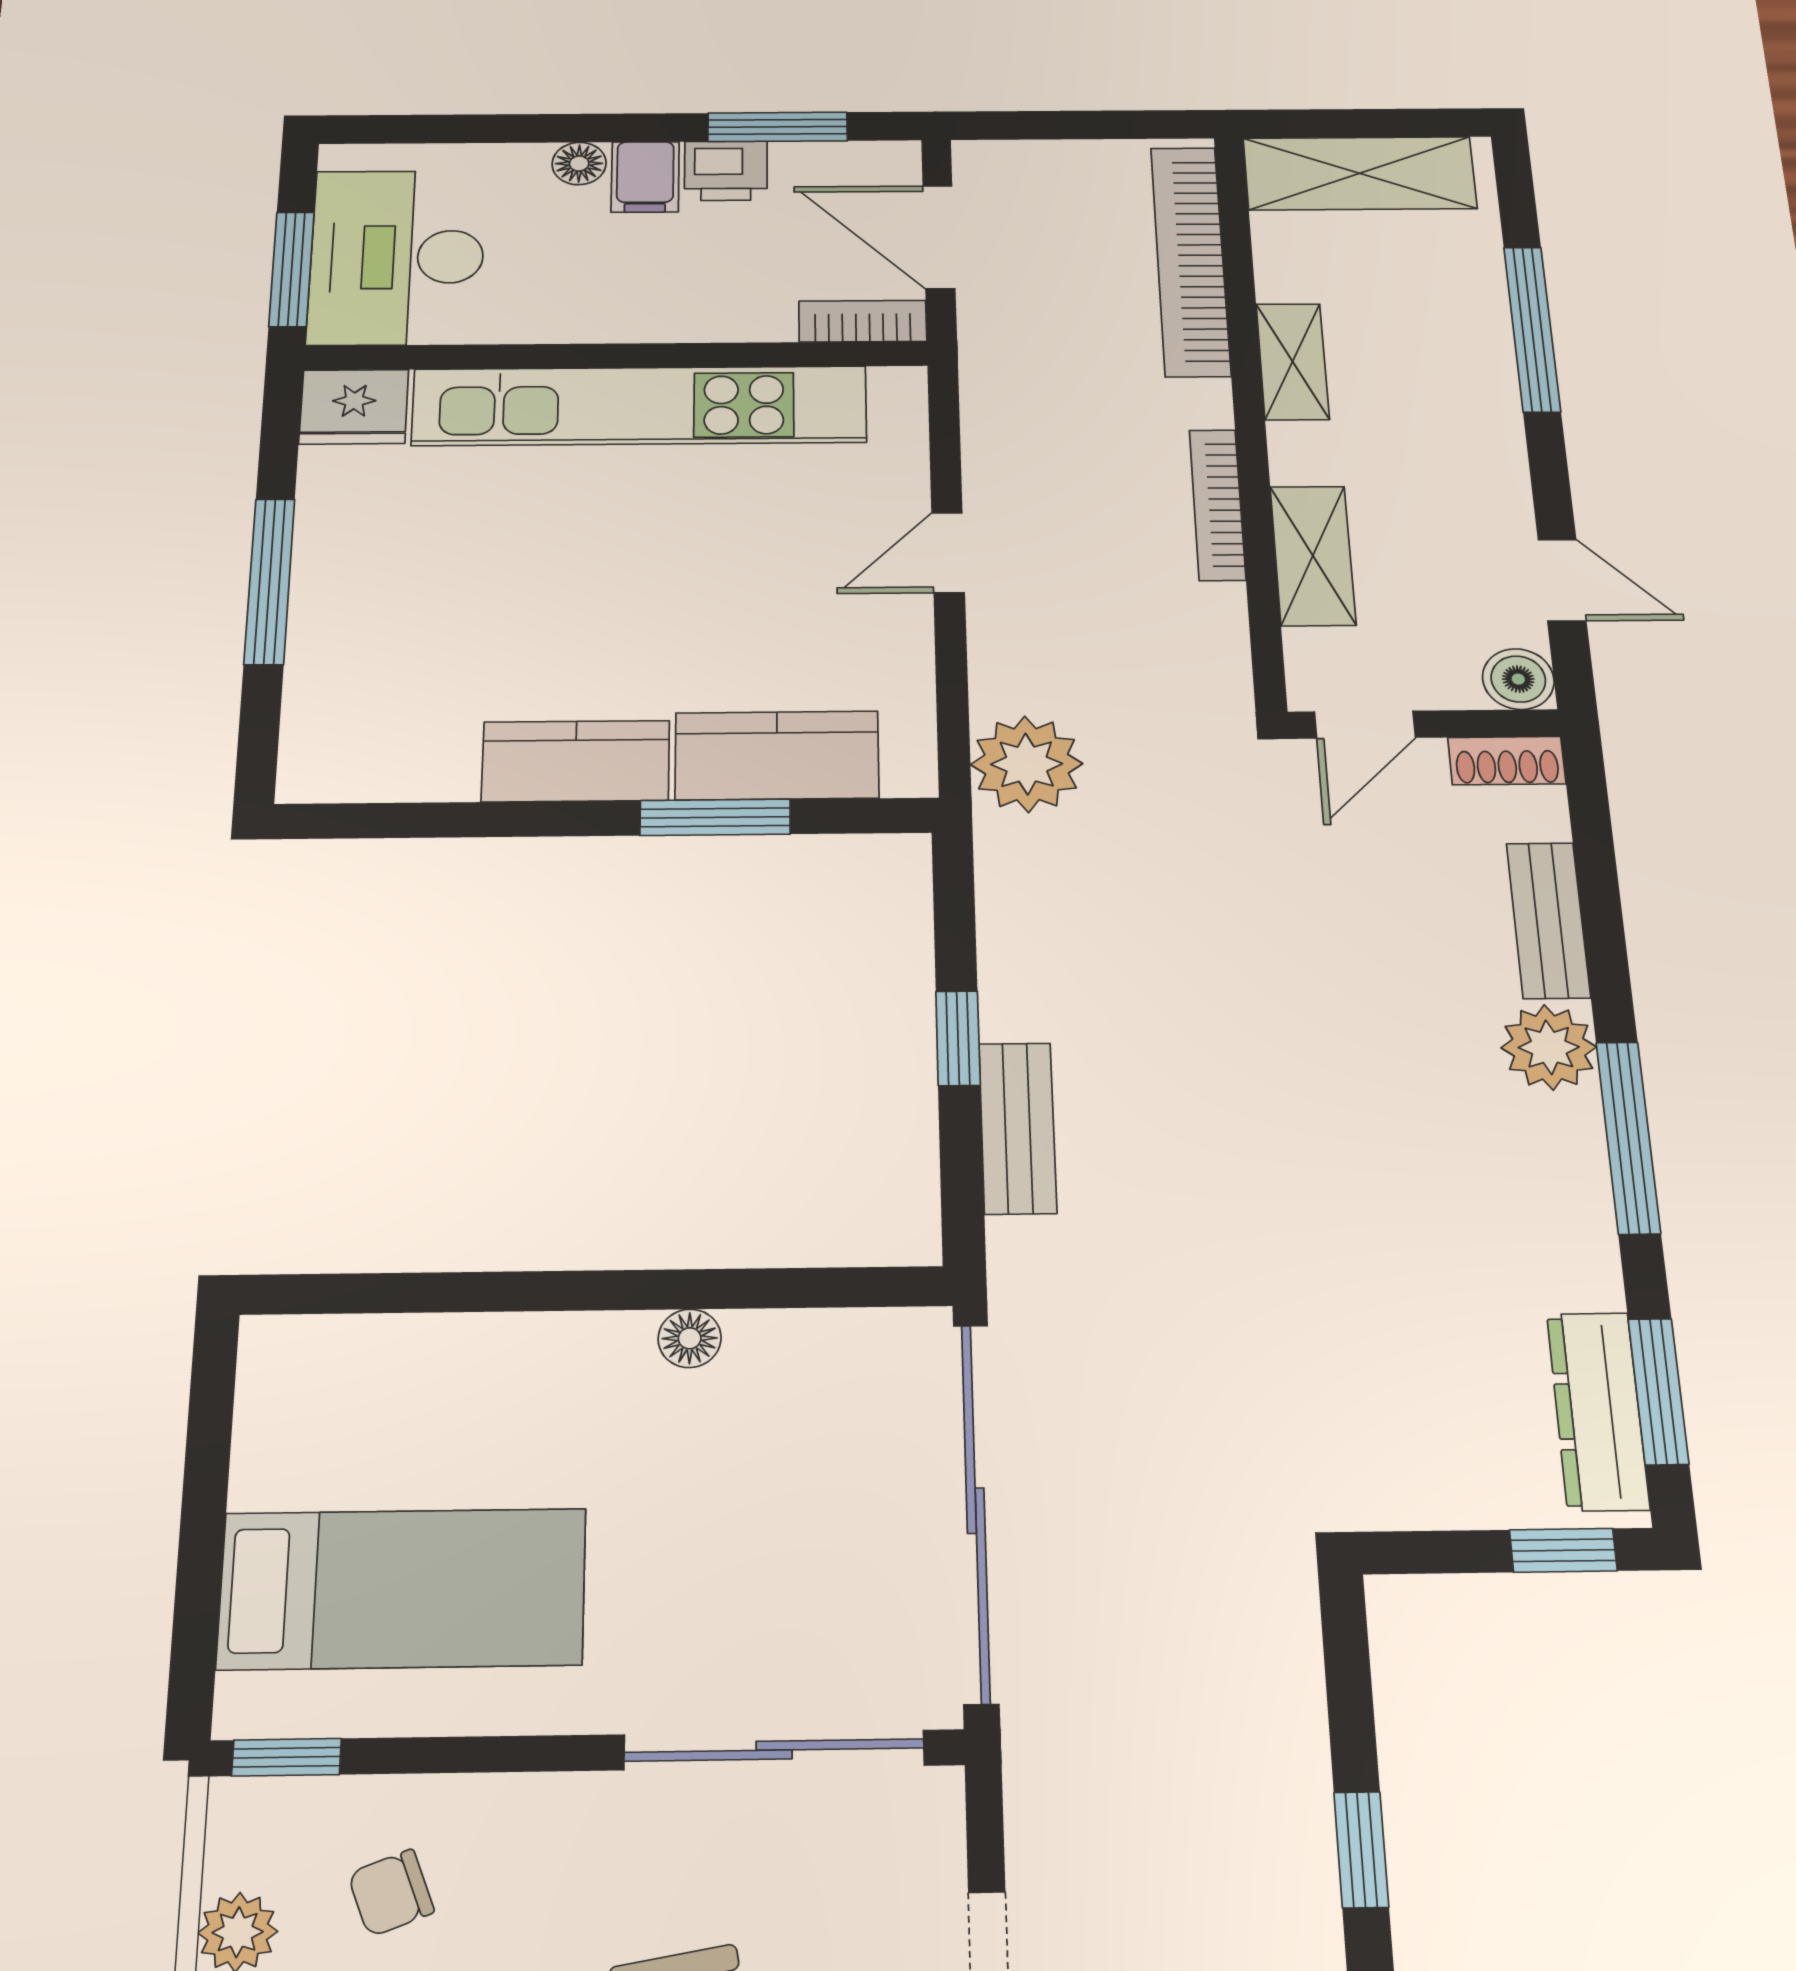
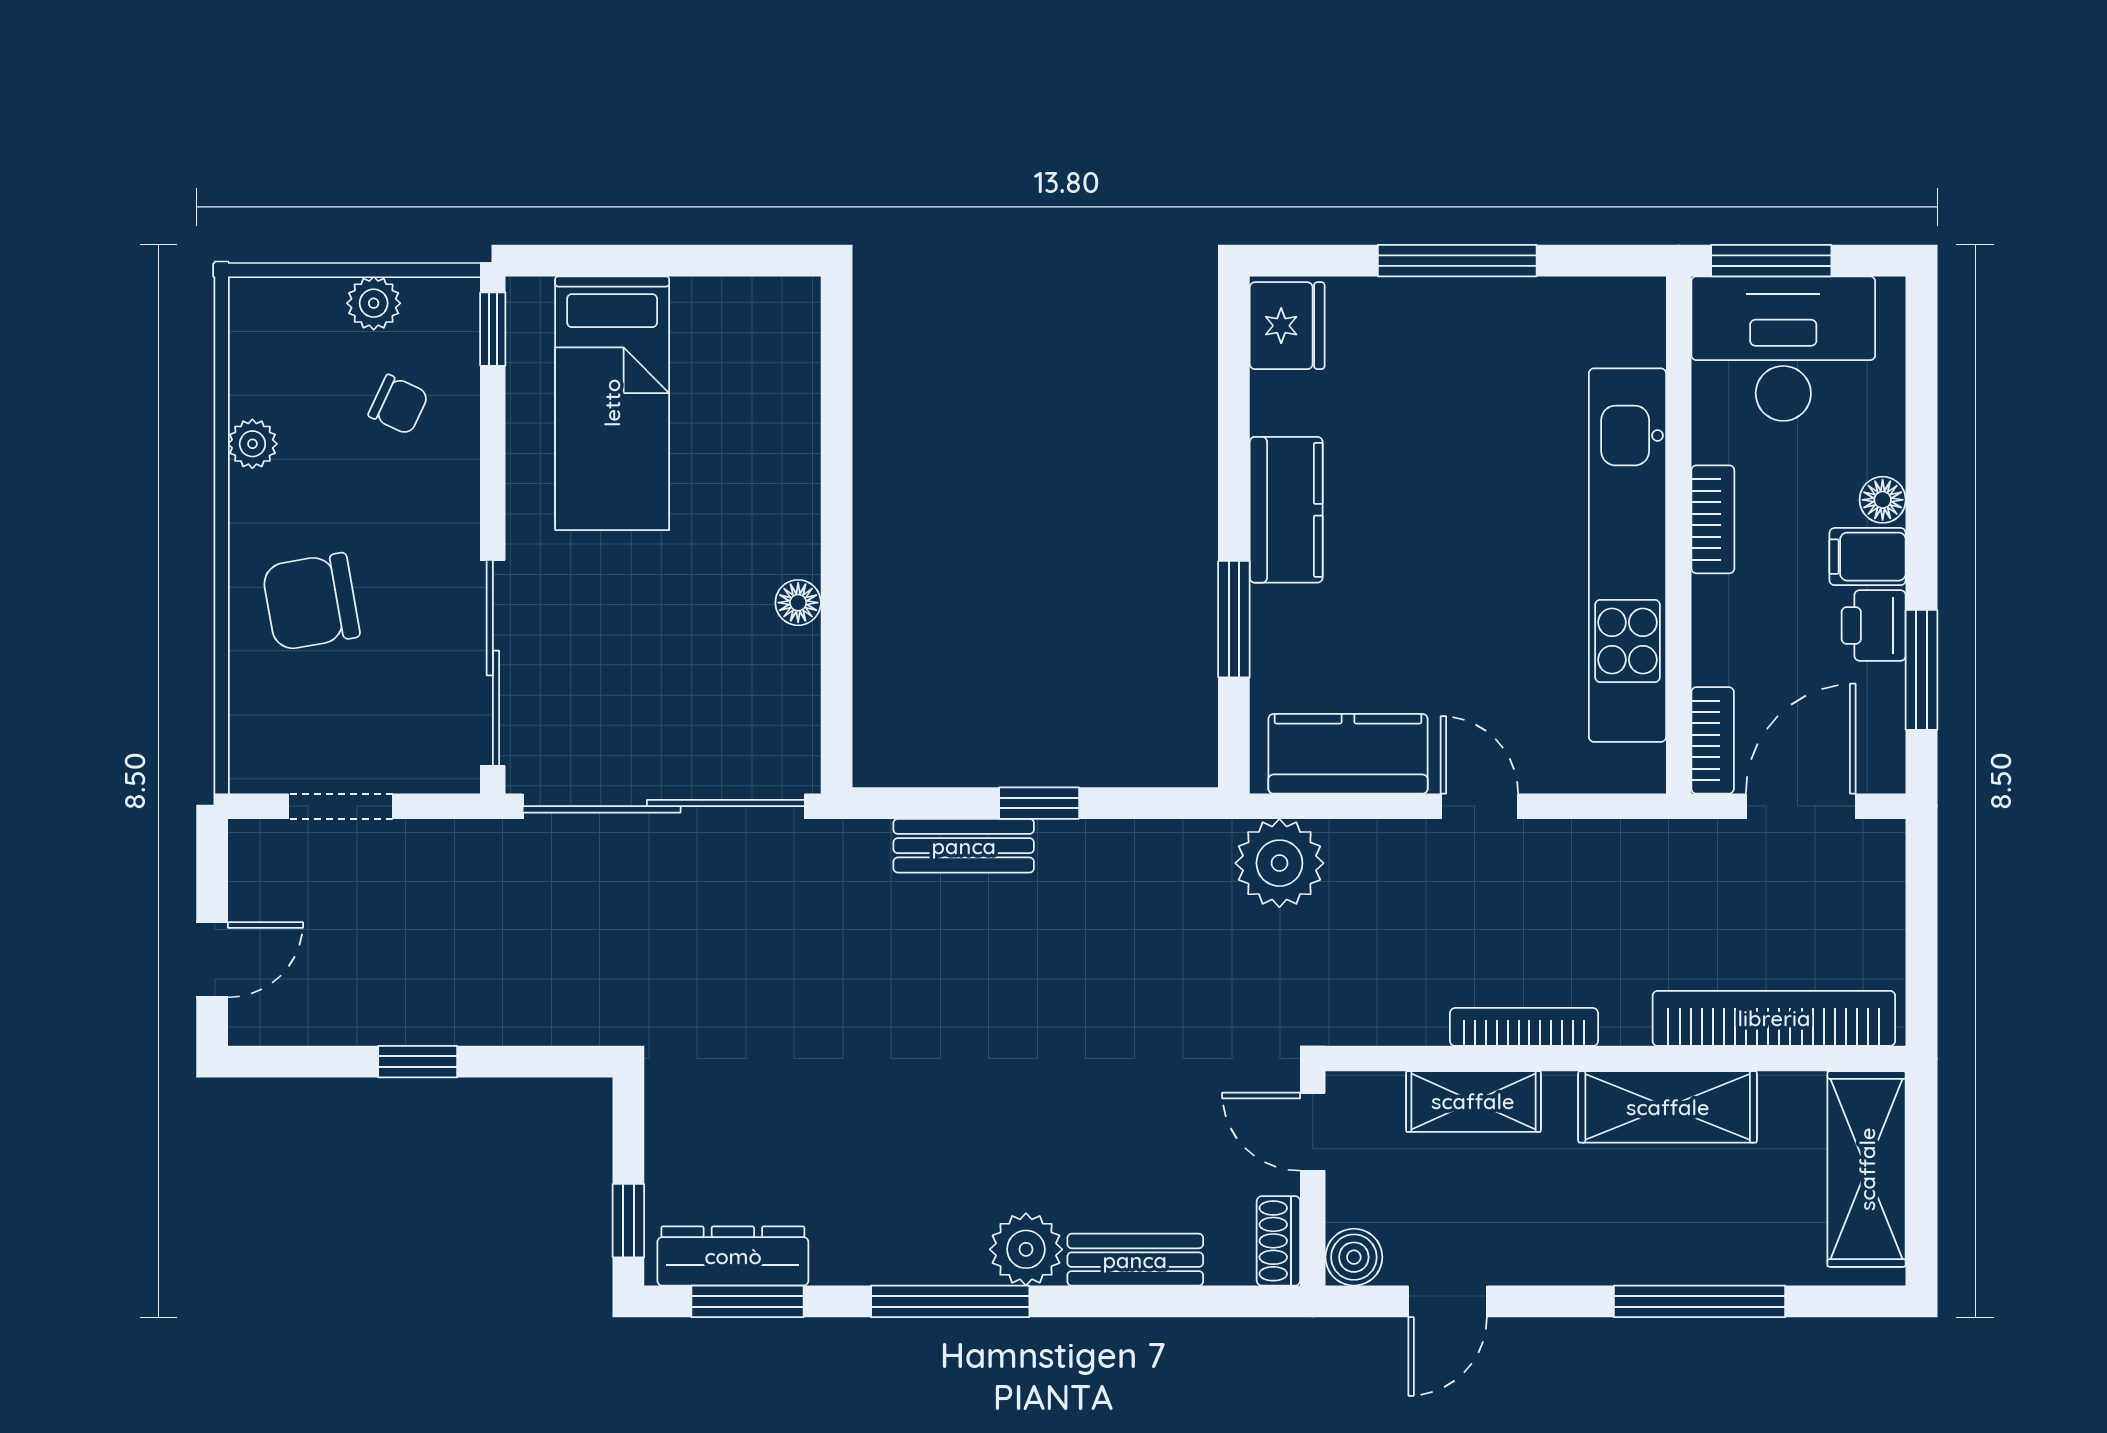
bookcase: (598, 323) -> (1713, 519), added
shelving: (1293, 362) -> (1668, 1107), width x1.50, depth x1.33
fridge: (354, 407) -> (1287, 326), moved, turned 180
kitchen counter: (777, 755) -> (1348, 754), moved, turned -90
chair: (391, 1893) -> (398, 405), turned 136

